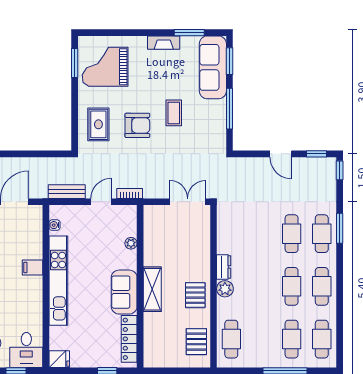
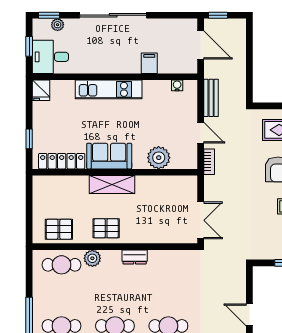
door: (281, 154) -> (249, 315), hinge flipped
plant: (131, 243) -> (159, 158), width x1.87, depth x1.87
filing cabinet: (33, 267) -> (149, 63), moved
kitchen unit: (58, 281) -> (109, 89), width x0.73
plant: (225, 289) -> (92, 258), moved

